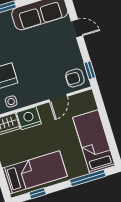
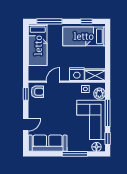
door: (77, 28) -> (26, 125), swing flipped

